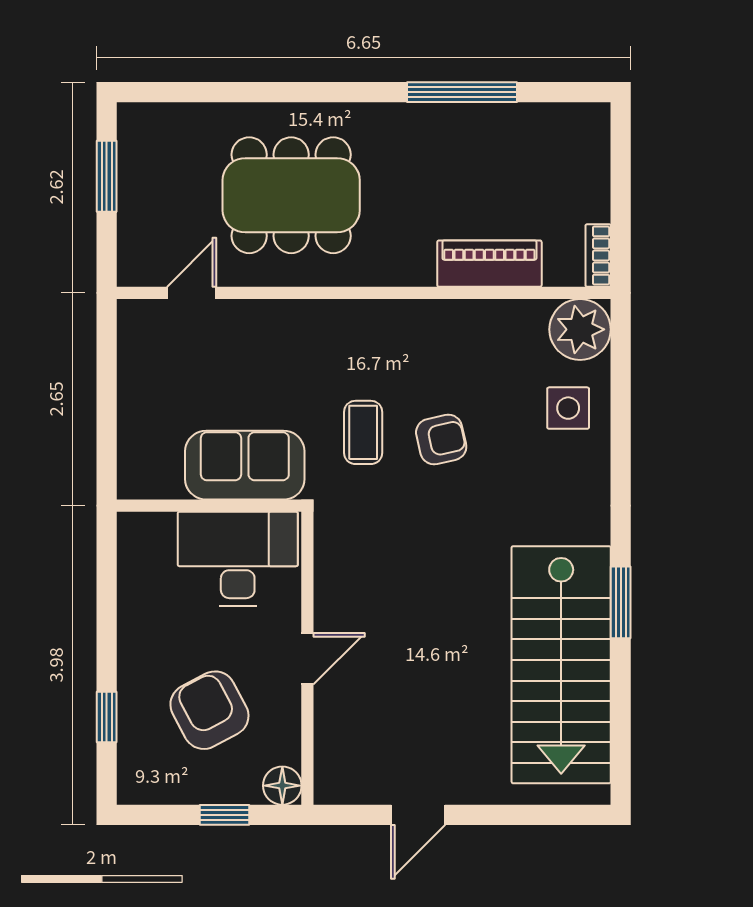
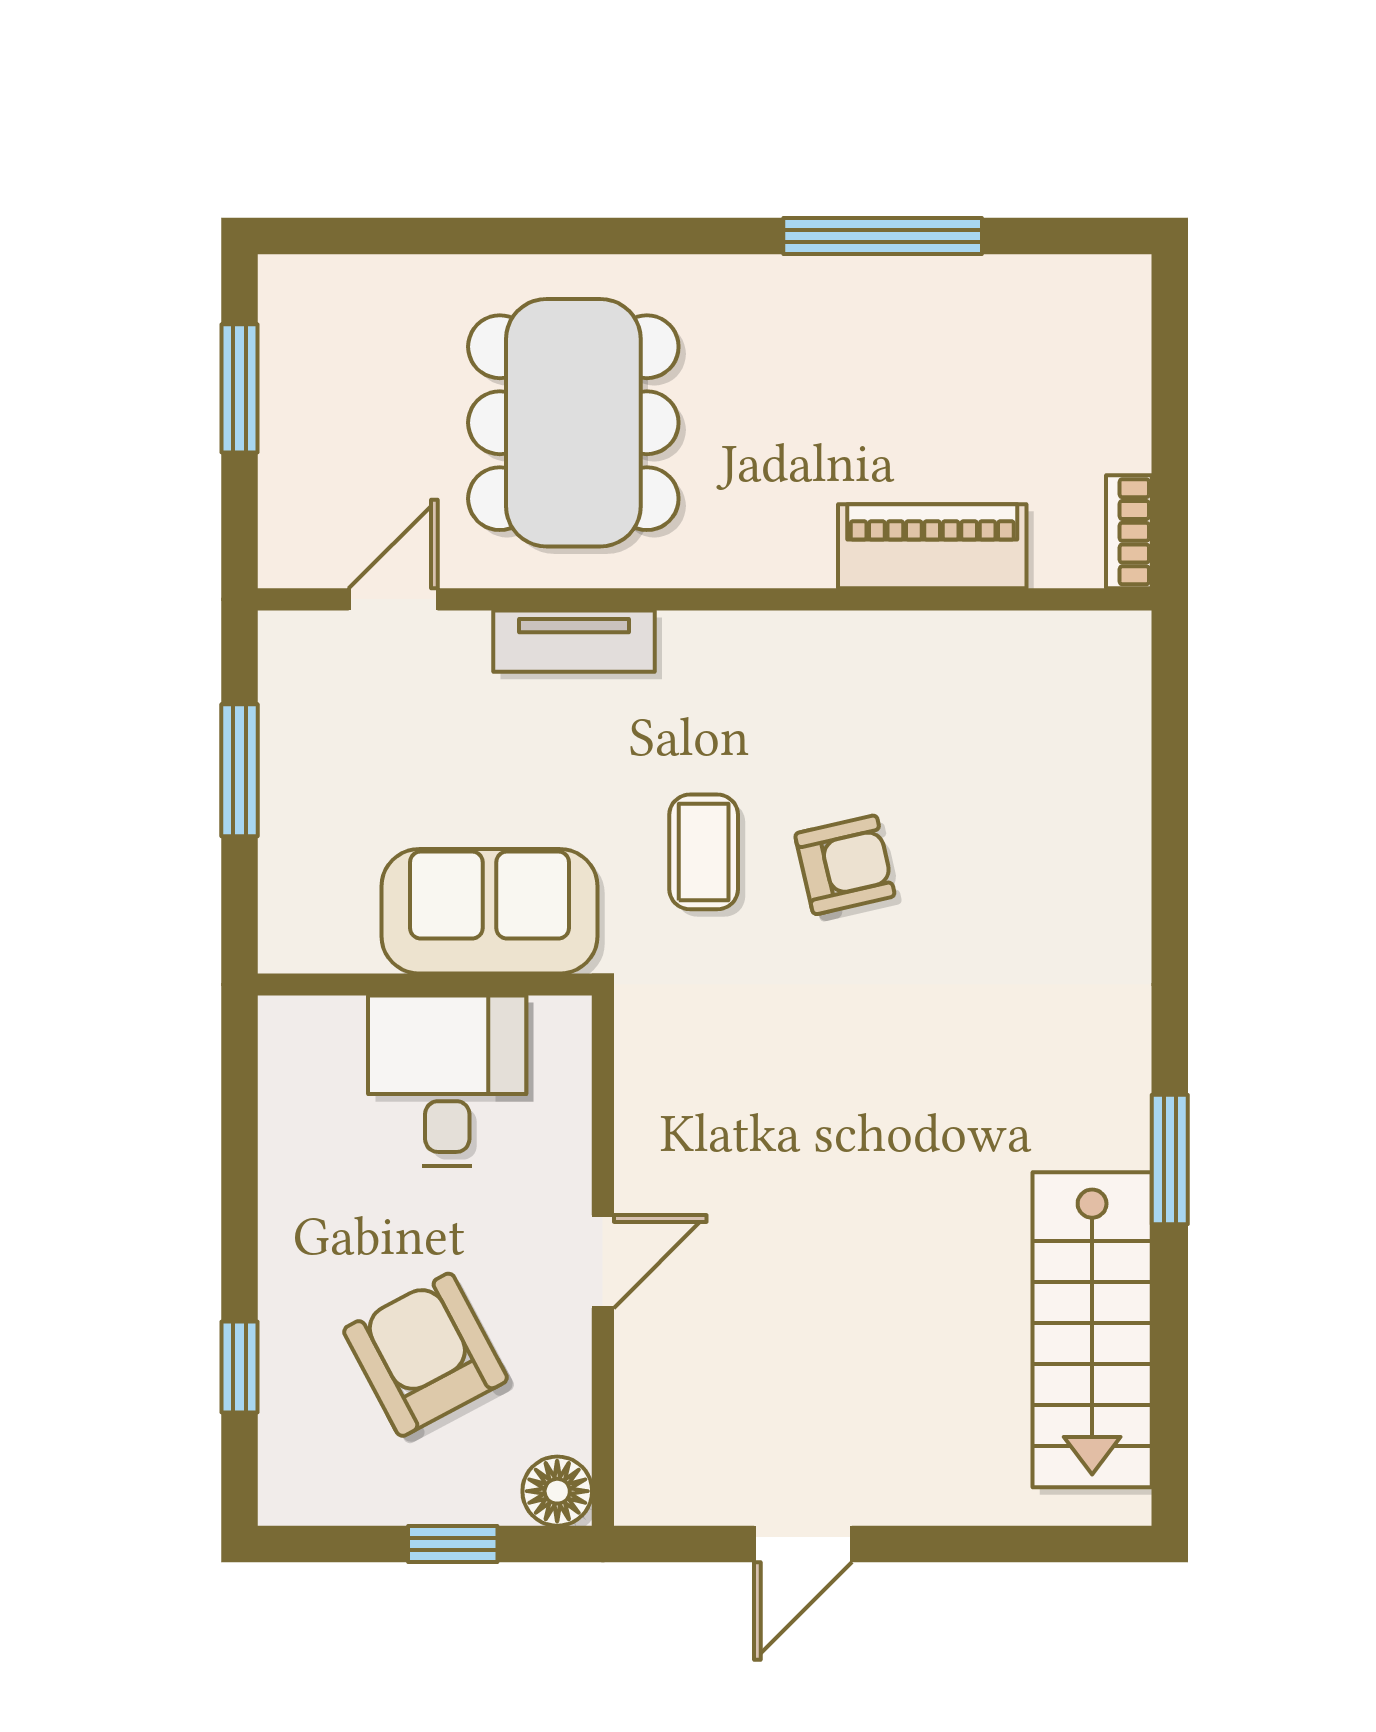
dining table: (291, 195) -> (573, 423), turned 90
tv unit: (291, 316) -> (574, 641), added
plant: (580, 329) -> (1096, 666), removed
window: (107, 387) -> (240, 770), added
side table: (568, 408) -> (1075, 808), removed
desk: (238, 559) -> (447, 1081), width x0.73
stairs: (561, 665) -> (1092, 1330), width x0.73, depth x0.66

